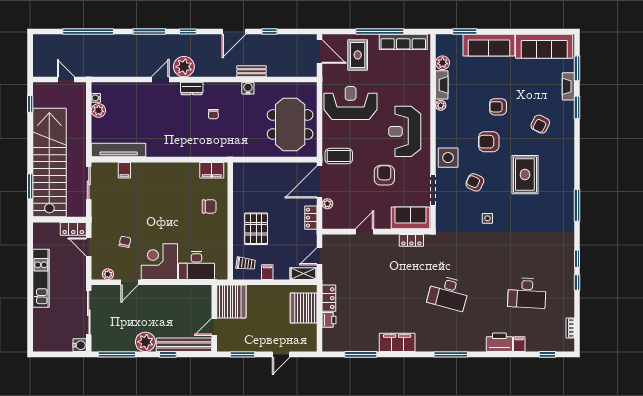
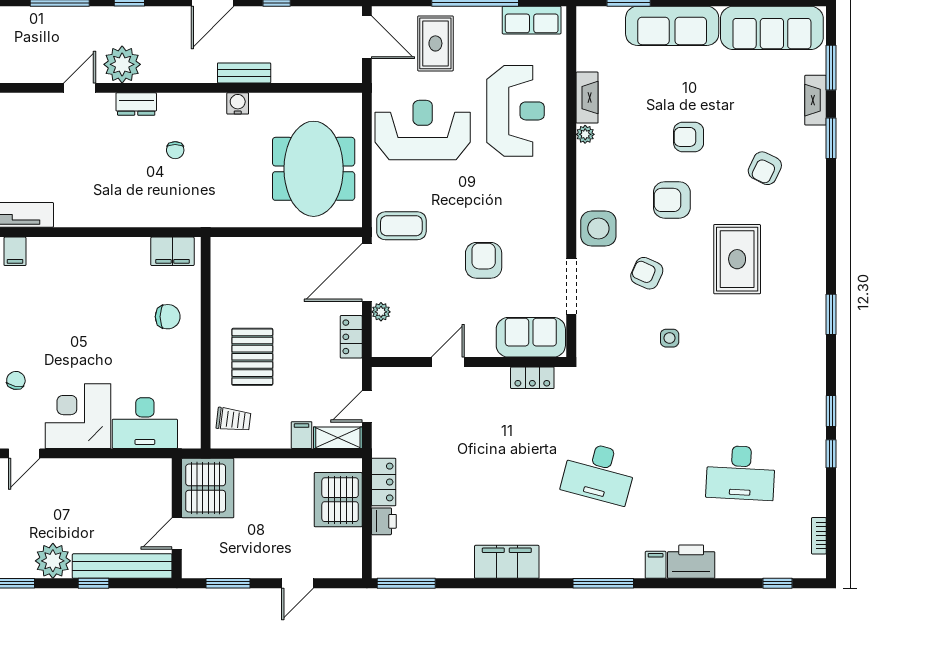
row of seats: (403, 42) -> (532, 20), width x0.68
plant: (443, 63) -> (588, 58), removed
reception desk: (405, 131) -> (516, 111), moved, turned 180
window: (577, 205) -> (831, 314), width x0.69
filing cabinet: (267, 272) -> (302, 435), moved
filing cabinet: (519, 344) -> (656, 565), moved
window: (361, 354) -> (406, 583), moved

